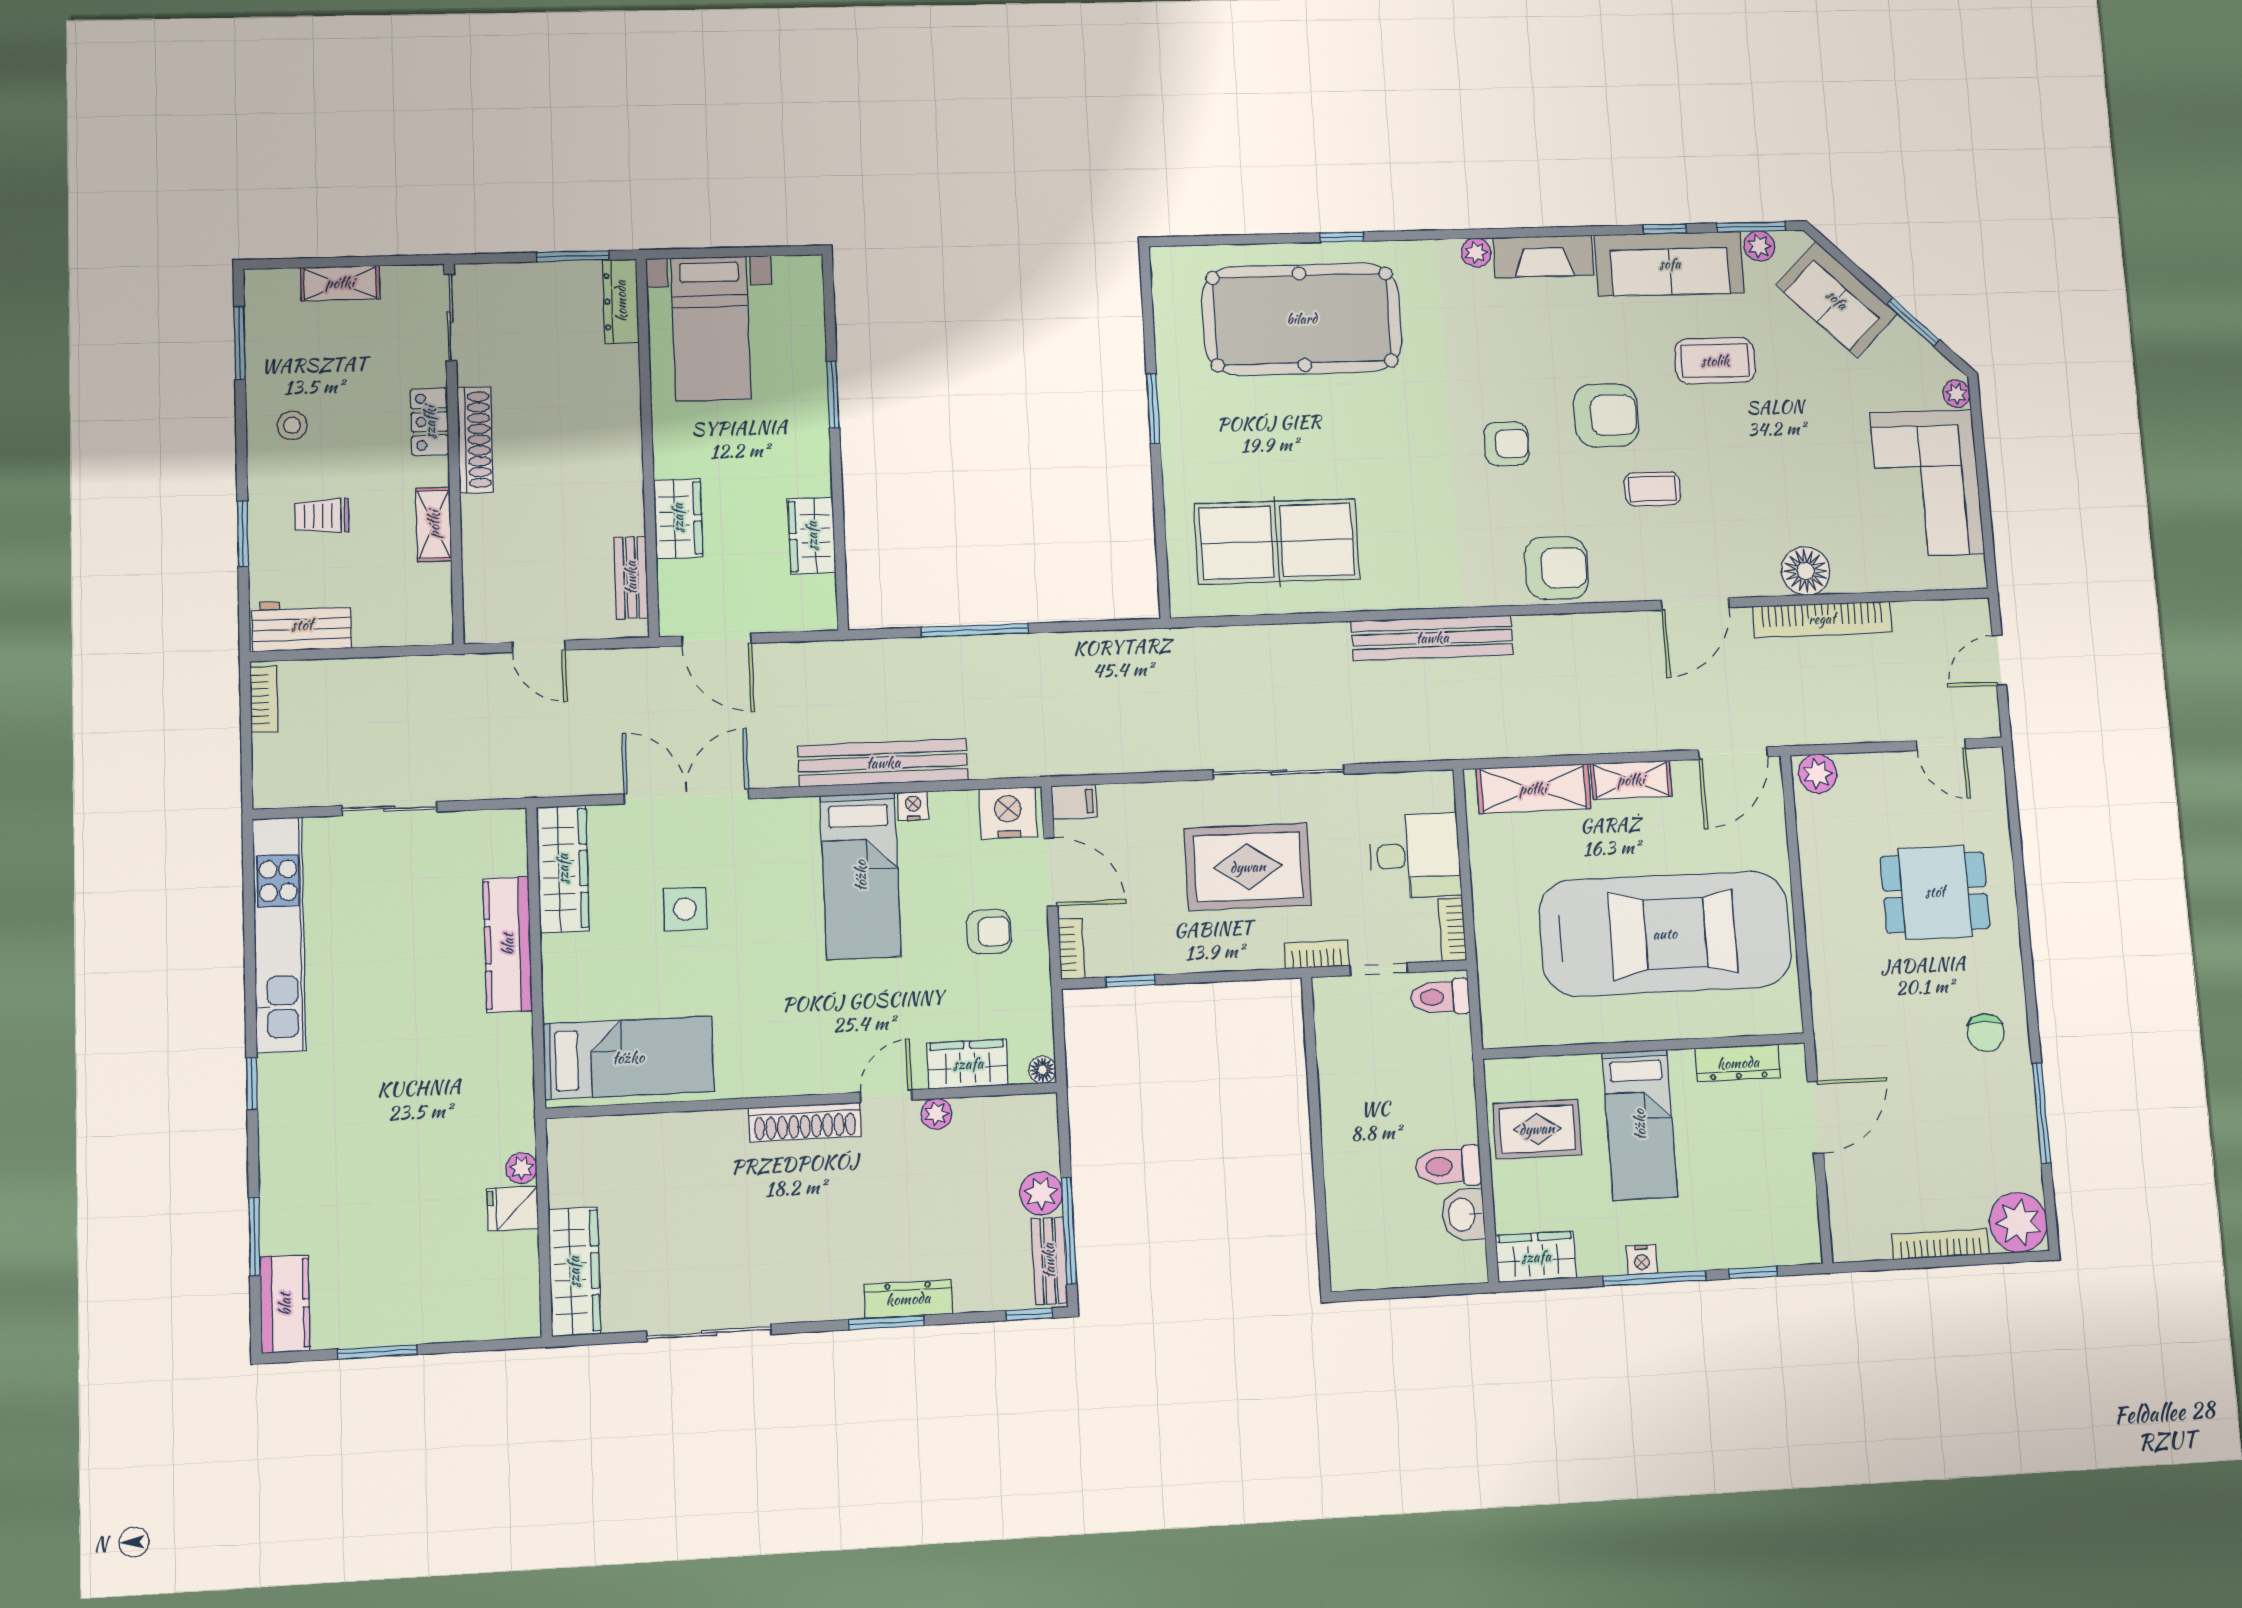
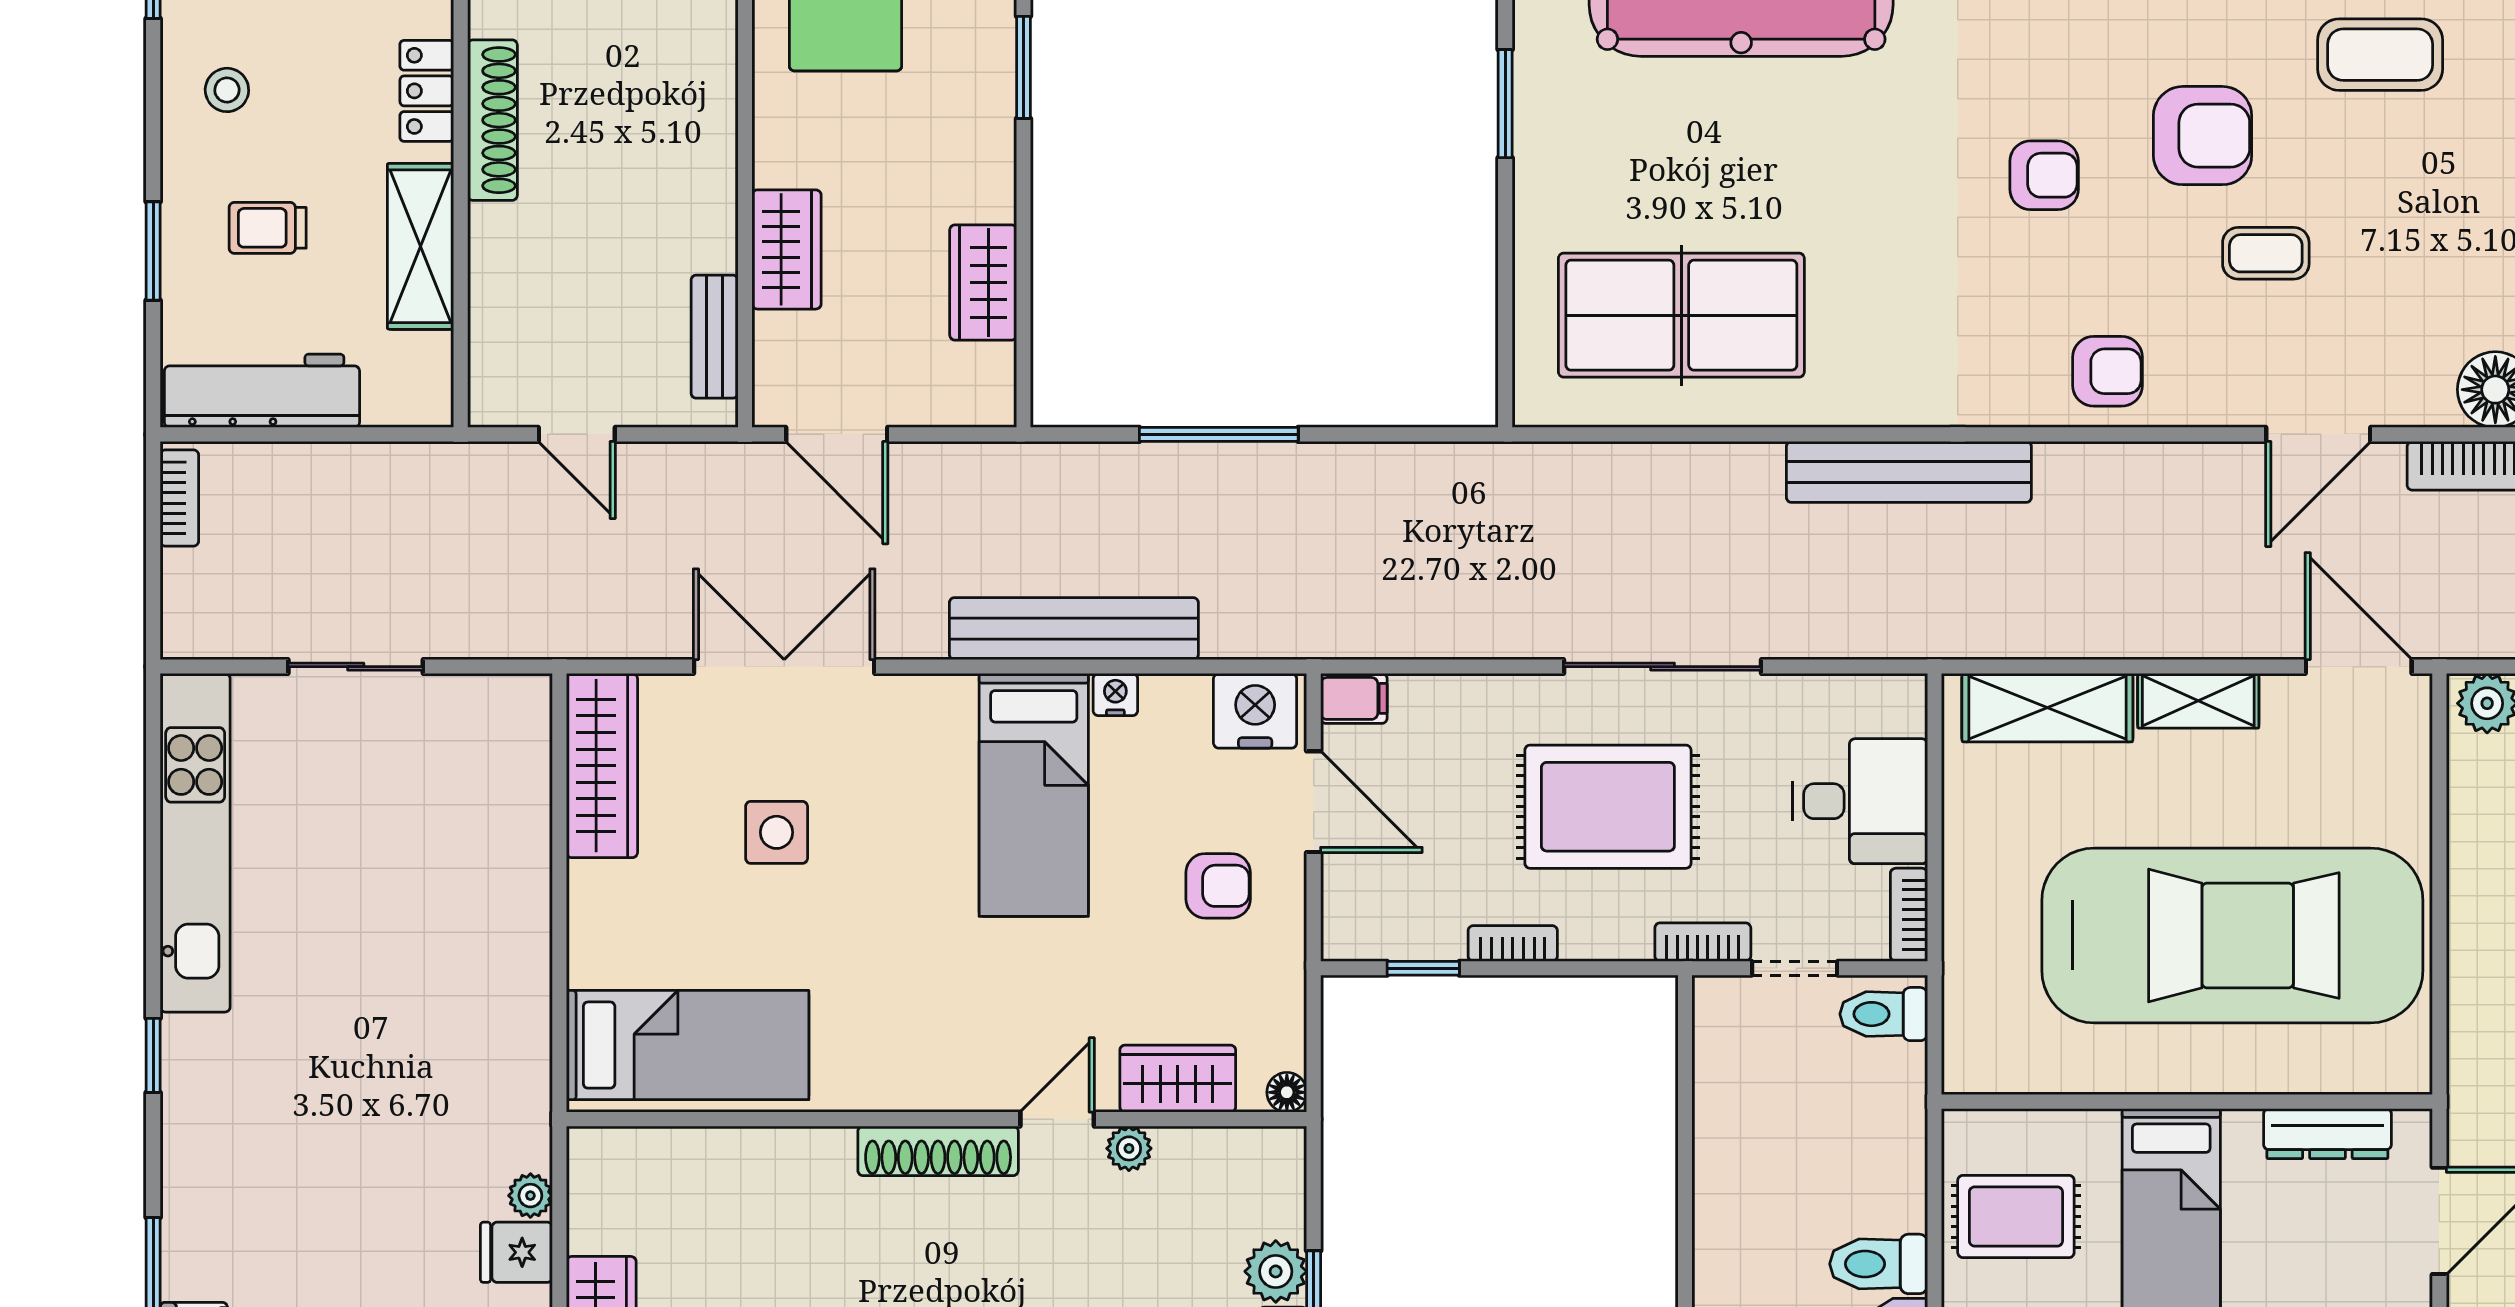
shelving: (434, 524) -> (421, 246), width x1.50, depth x1.33
armchair: (1556, 568) -> (2108, 371), width x0.72, depth x0.72
workbench: (302, 625) -> (262, 391), width x1.38
door: (1733, 753) -> (2359, 667), swing flipped
kitchen counter: (508, 944) -> (520, 872), removed
bookcase: (1071, 949) -> (1513, 943), moved, turned -90

